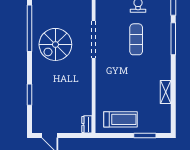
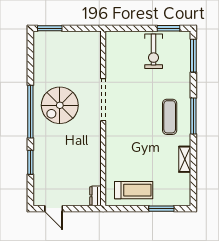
window: (29, 28) -> (30, 112), moved
exercise mat: (136, 39) -> (170, 117), moved
window: (173, 39) -> (193, 116), moved

